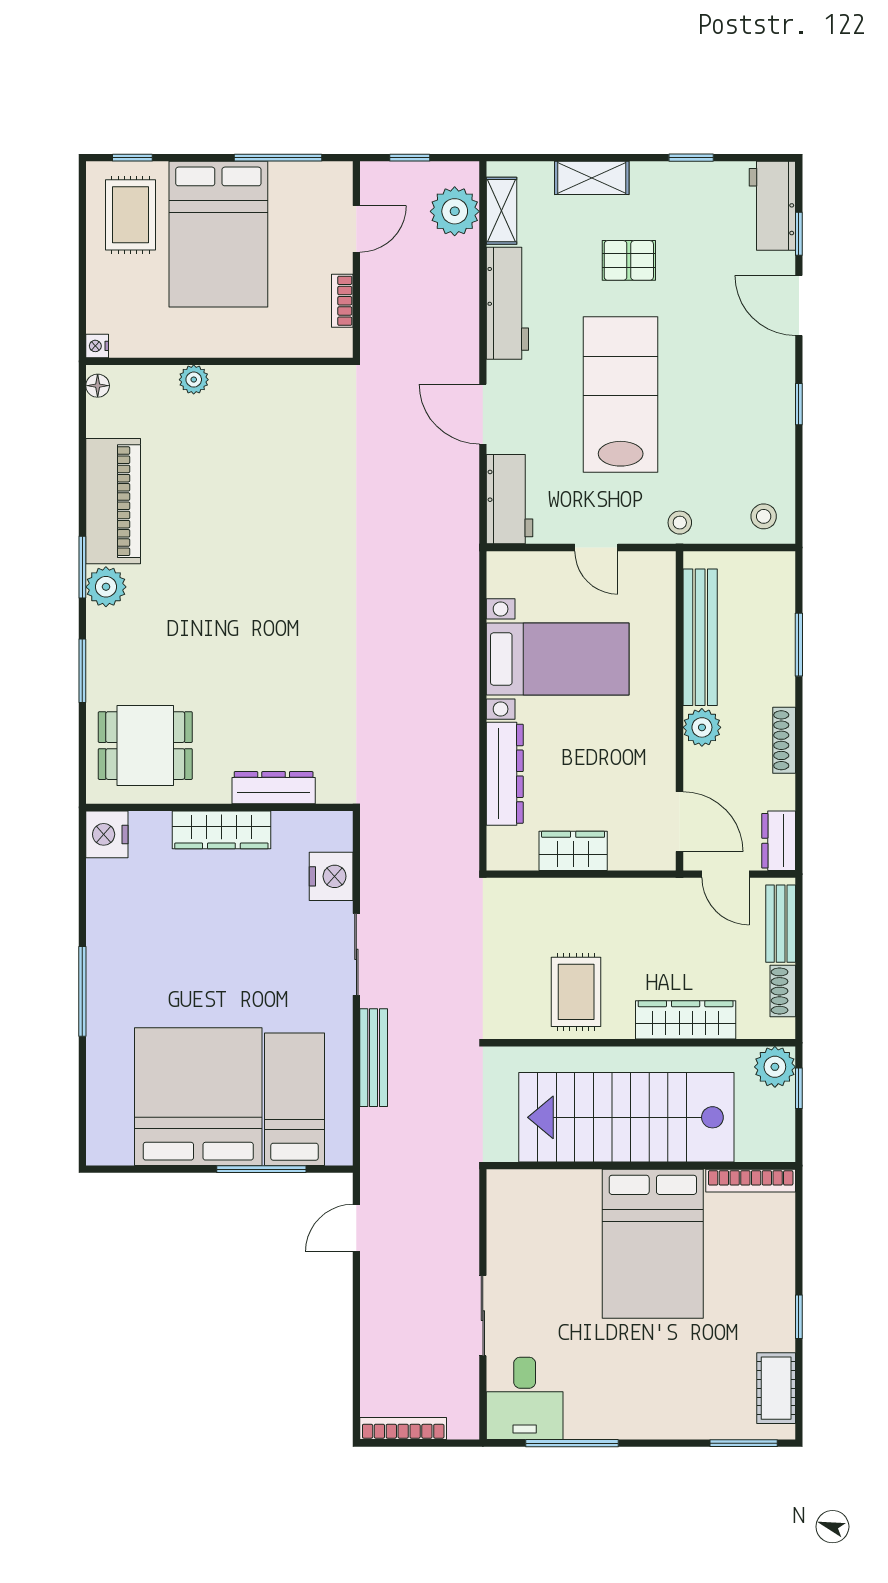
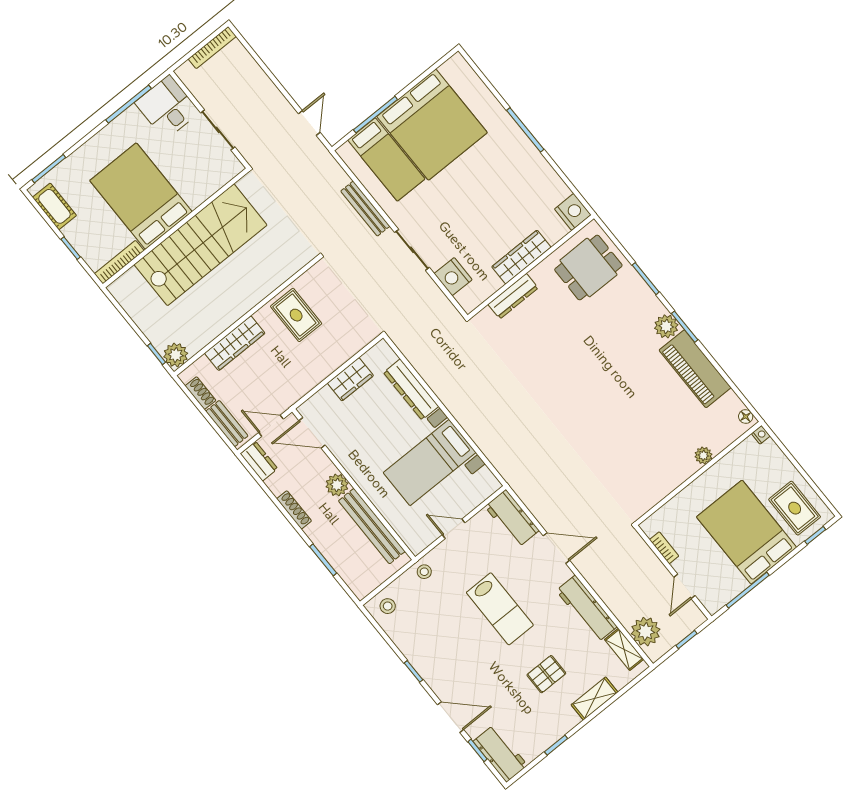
lab bench: (621, 395) -> (500, 609), width x0.73, depth x0.72
stairs: (626, 1117) -> (201, 245), moved
wall: (641, 1166) -> (176, 228), moved
bookcase: (751, 1181) -> (119, 262), moved
bed: (653, 1244) -> (141, 196), moved

